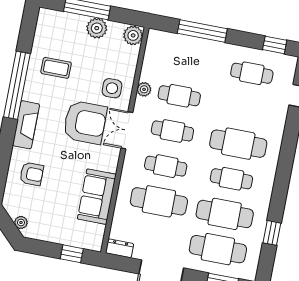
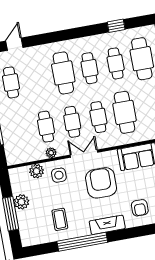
plant: (133, 35) -> (36, 171), moved
armchair: (85, 122) -> (101, 183), moved
double door: (127, 130) -> (84, 154), swing flipped
armchair: (32, 174) -> (140, 208), turned 180
cafe table: (225, 214) -> (116, 63), width x0.73, depth x0.74

